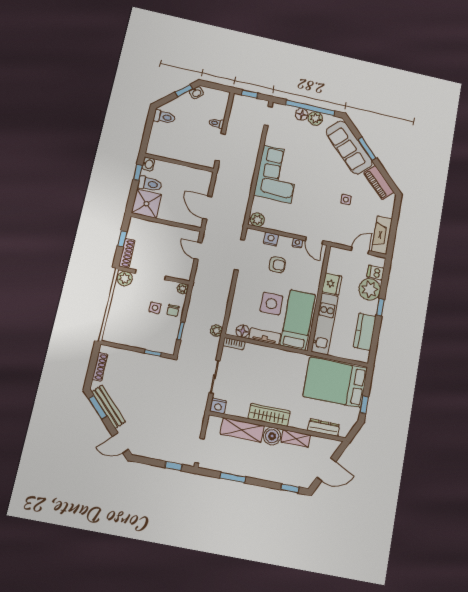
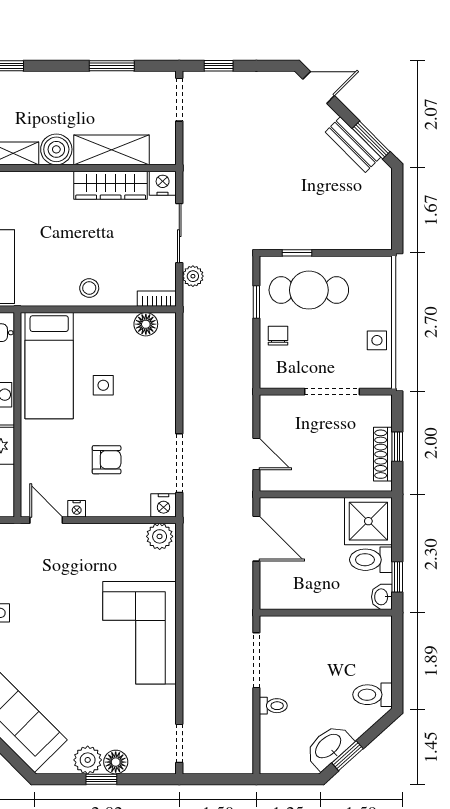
washbasin: (196, 93) -> (329, 747), width x1.91, depth x1.45
window: (250, 94) -> (223, 779), removed
window: (310, 108) -> (101, 779), width x0.32
nightstand: (271, 239) -> (164, 505), moved
shoe rack: (127, 253) -> (383, 454), moved
armchair: (277, 265) -> (107, 460), turned 180
plant: (125, 278) -> (376, 375), removed
plant: (183, 289) -> (269, 379), removed
side table: (271, 304) -> (103, 385), width x0.54, depth x0.54
side table: (155, 308) -> (377, 340), moved
cafe table: (151, 331) -> (309, 290), added
plant: (216, 331) -> (193, 276), moved
tv unit: (265, 336) -> (104, 323), removed
stool: (269, 357) -> (89, 288), added
shoe rack: (100, 367) -> (384, 210), removed
bench: (108, 407) -> (353, 145), width x0.73
wardrobe: (269, 415) -> (111, 185), moved

